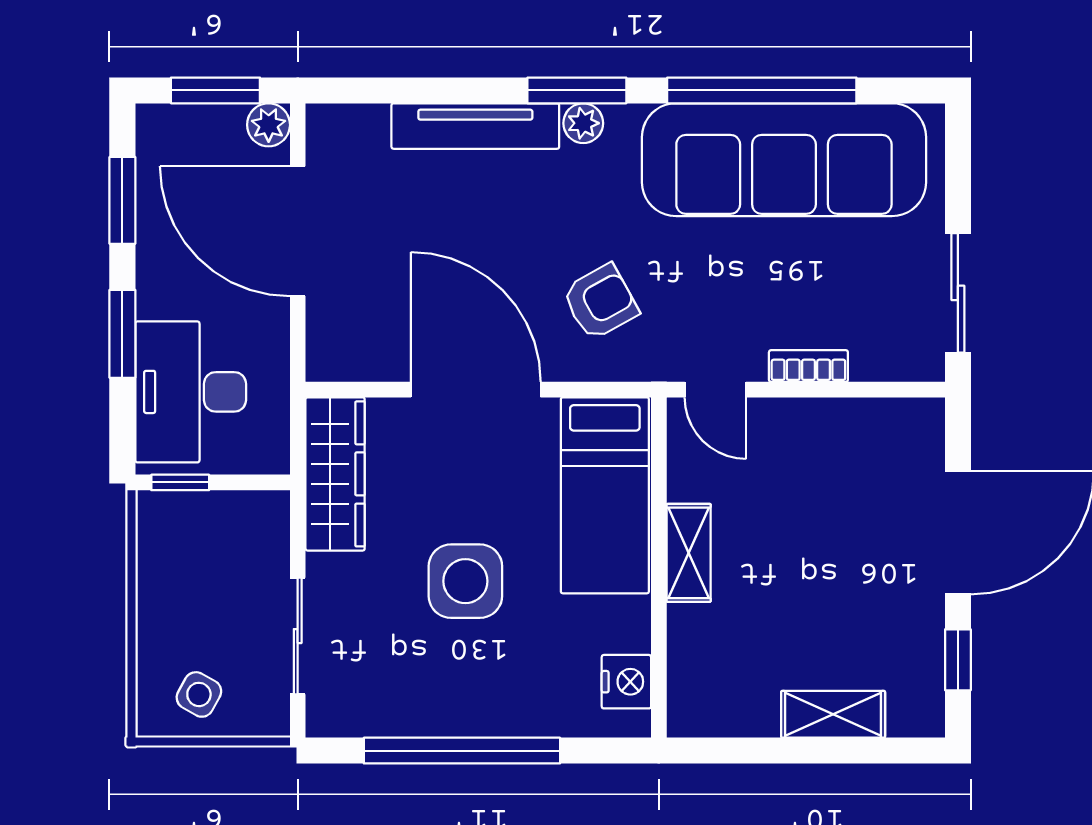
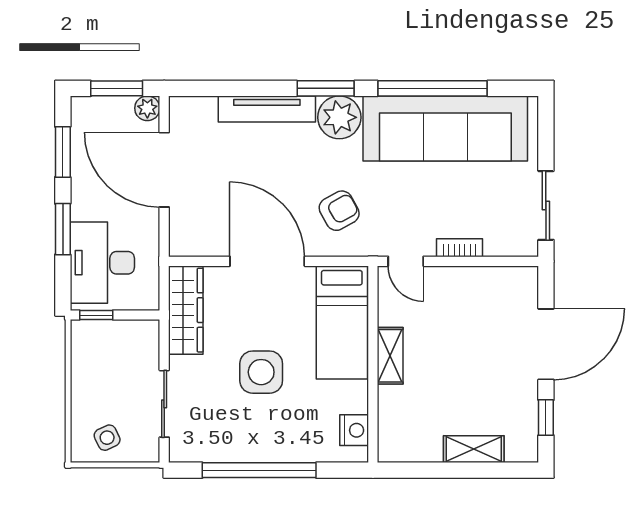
plant: (583, 123) -> (339, 117), width x1.88, depth x1.88
side table: (199, 694) -> (107, 438), turned 36

